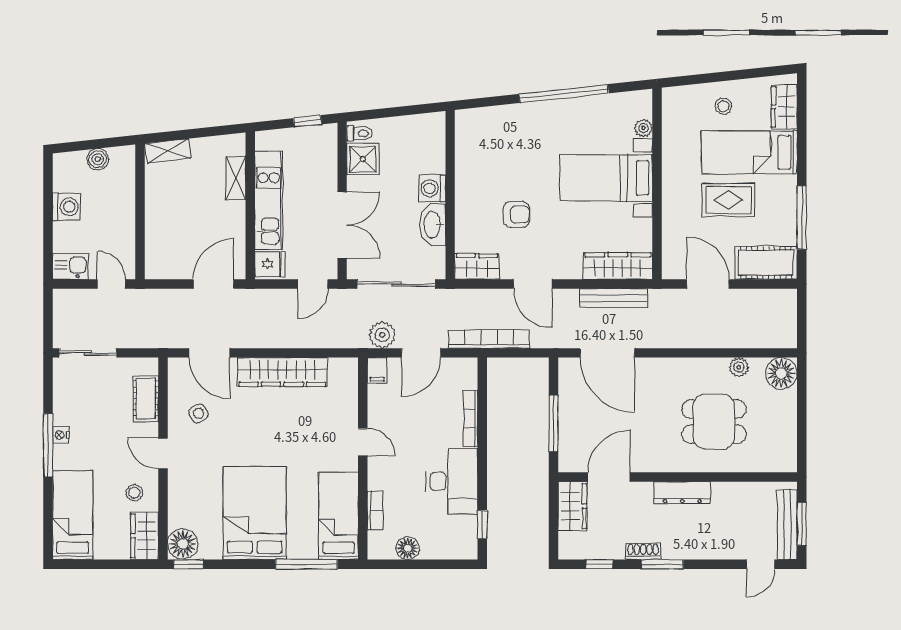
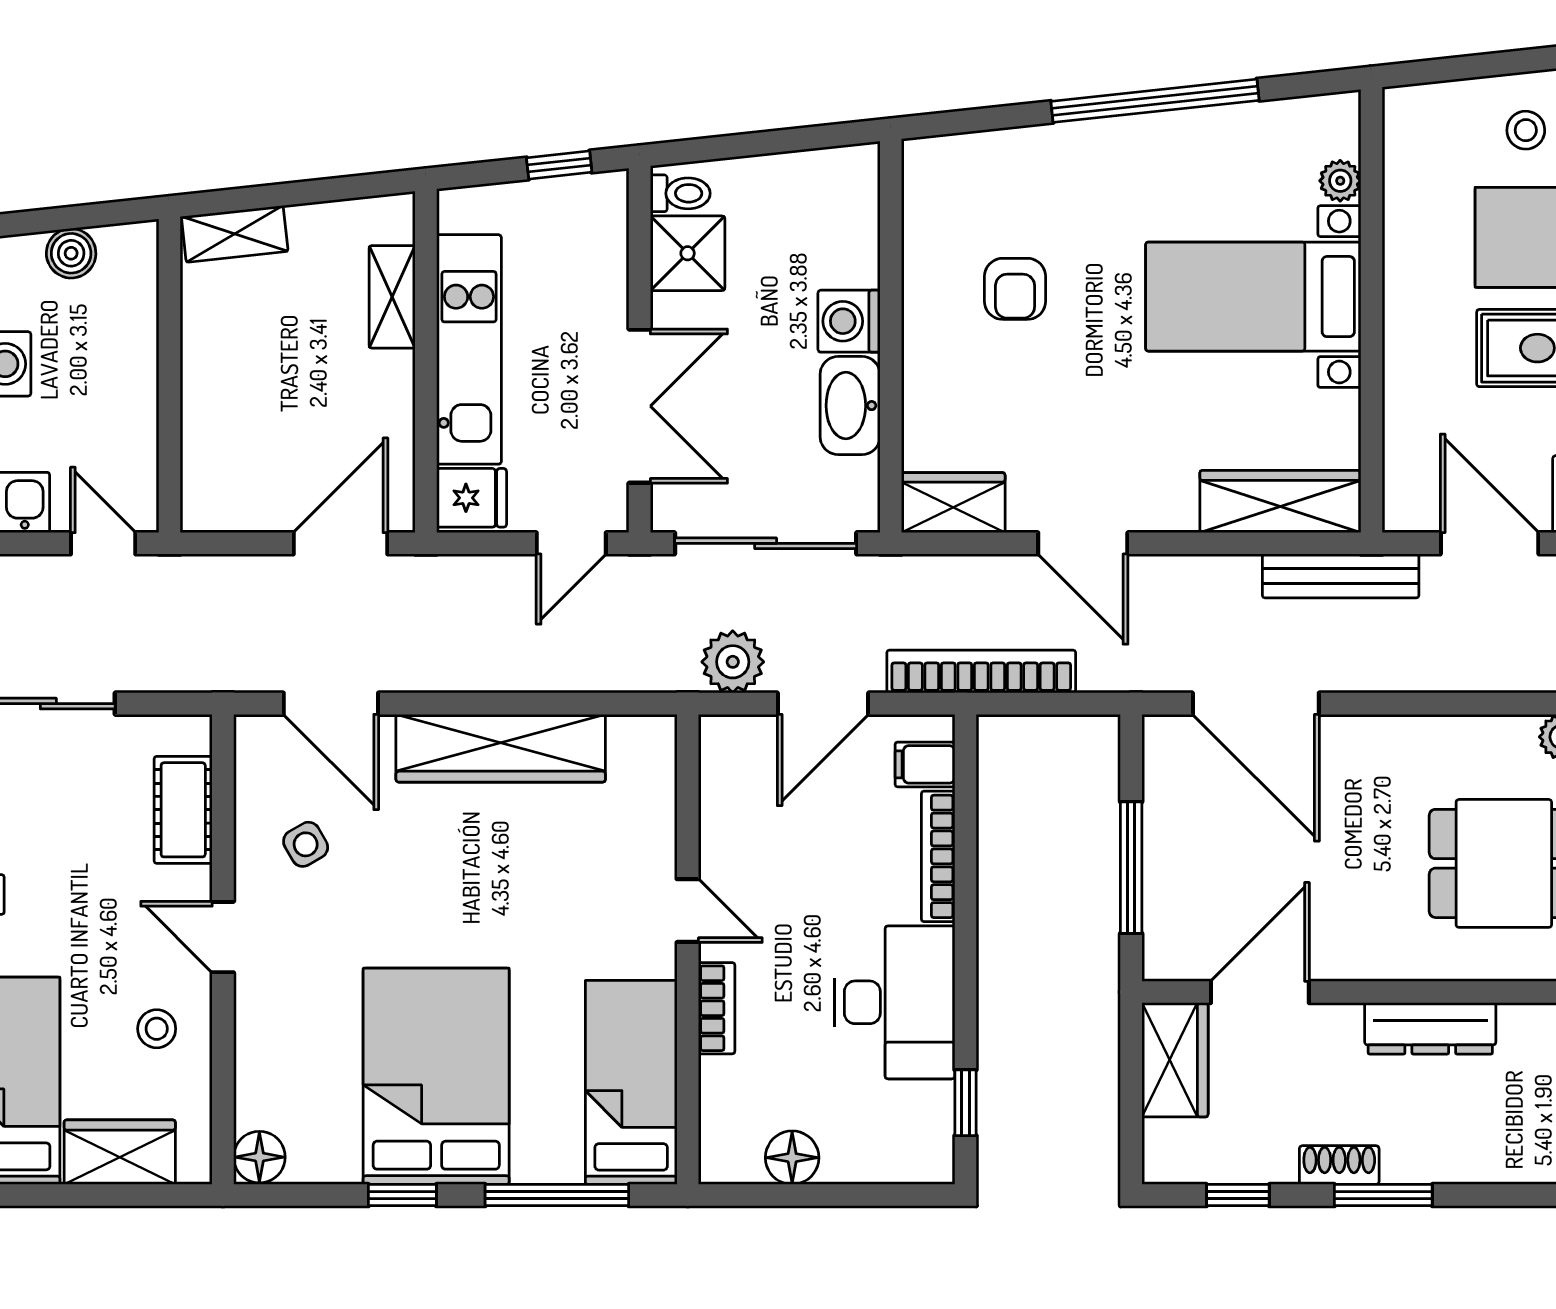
armchair: (517, 215) -> (1015, 289), moved, turned 90
bench: (614, 298) -> (1341, 576), moved
filing cabinet: (377, 370) -> (925, 764), moved, turned 90
bookcase: (375, 510) -> (717, 1008), moved
wardrobe: (144, 536) -> (120, 1152), moved, turned 90
floor lamp: (183, 544) -> (259, 1157), width x0.73, depth x0.73
window: (189, 564) -> (402, 1195), moved

